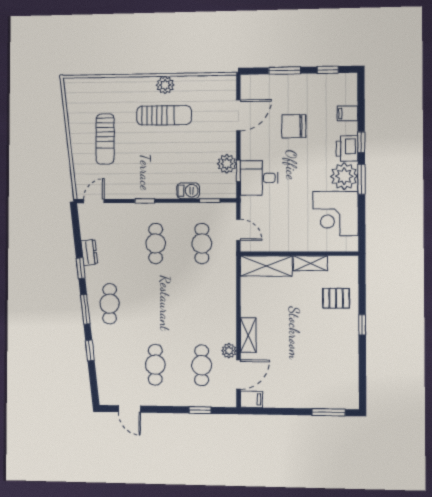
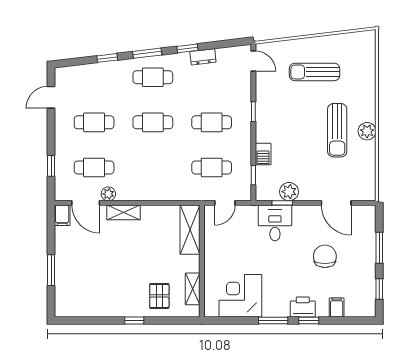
plant: (344, 176) -> (276, 304), removed
shelving: (310, 263) -> (193, 289), moved
cafe table: (155, 304) -> (153, 122), added
window: (329, 412) -> (51, 270), moved

